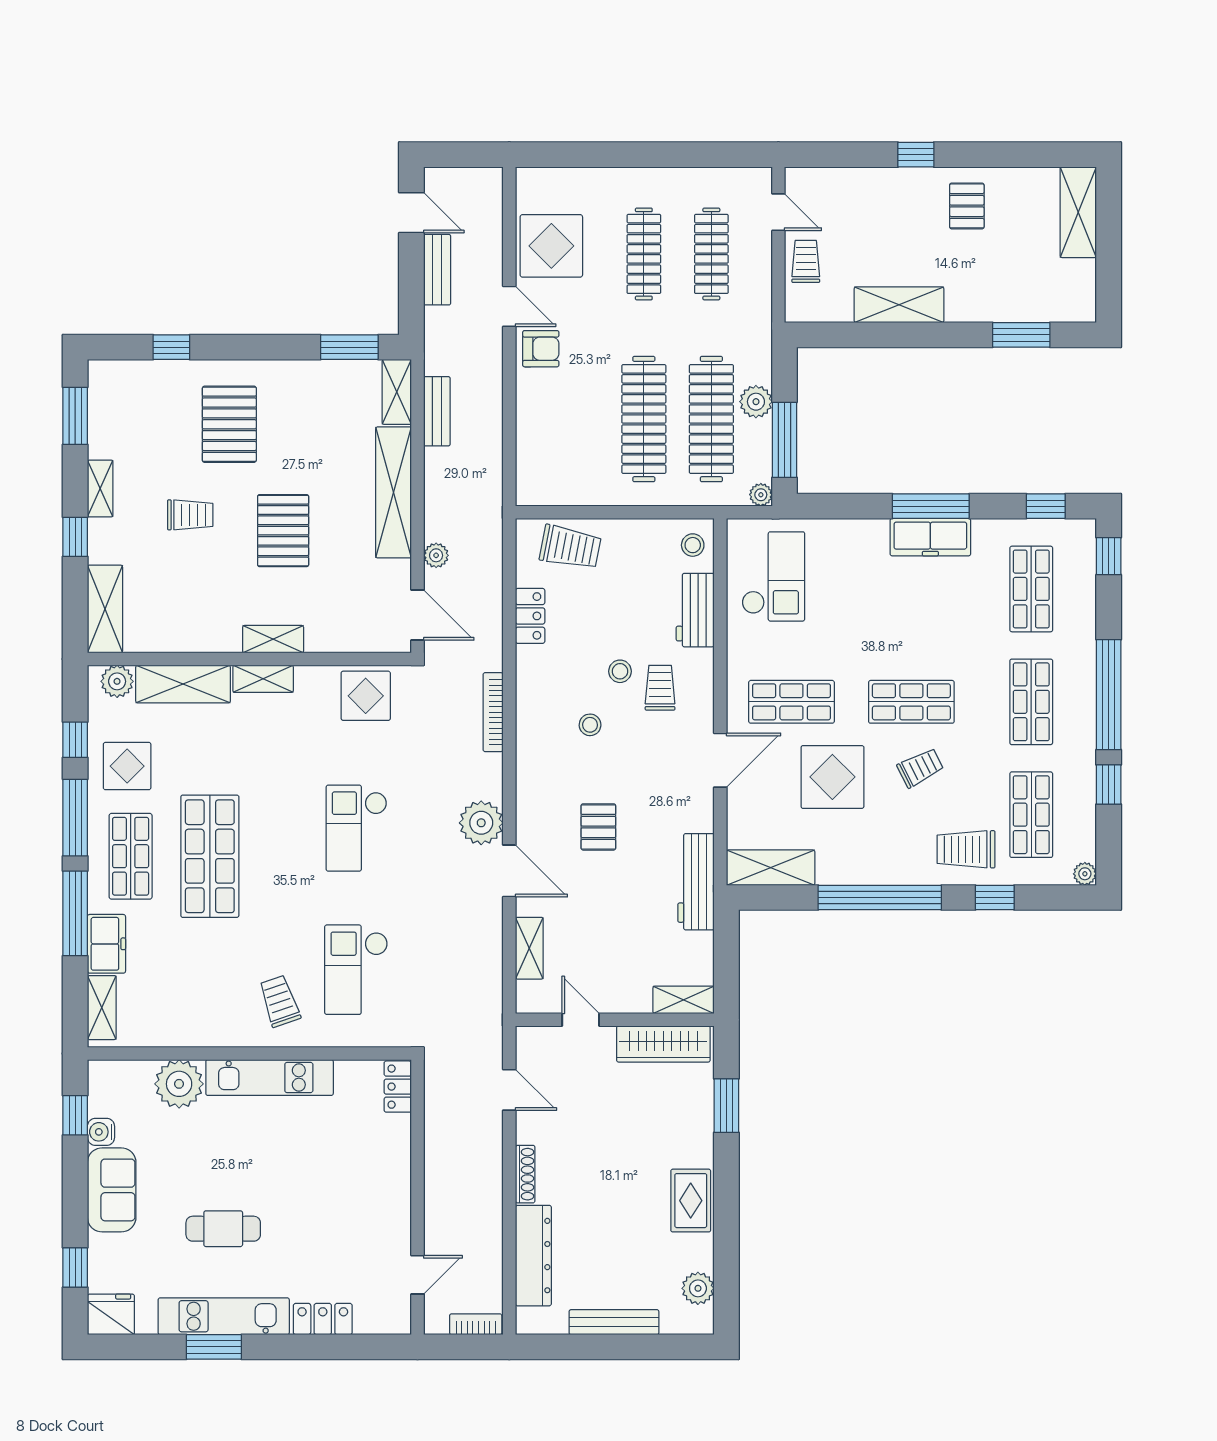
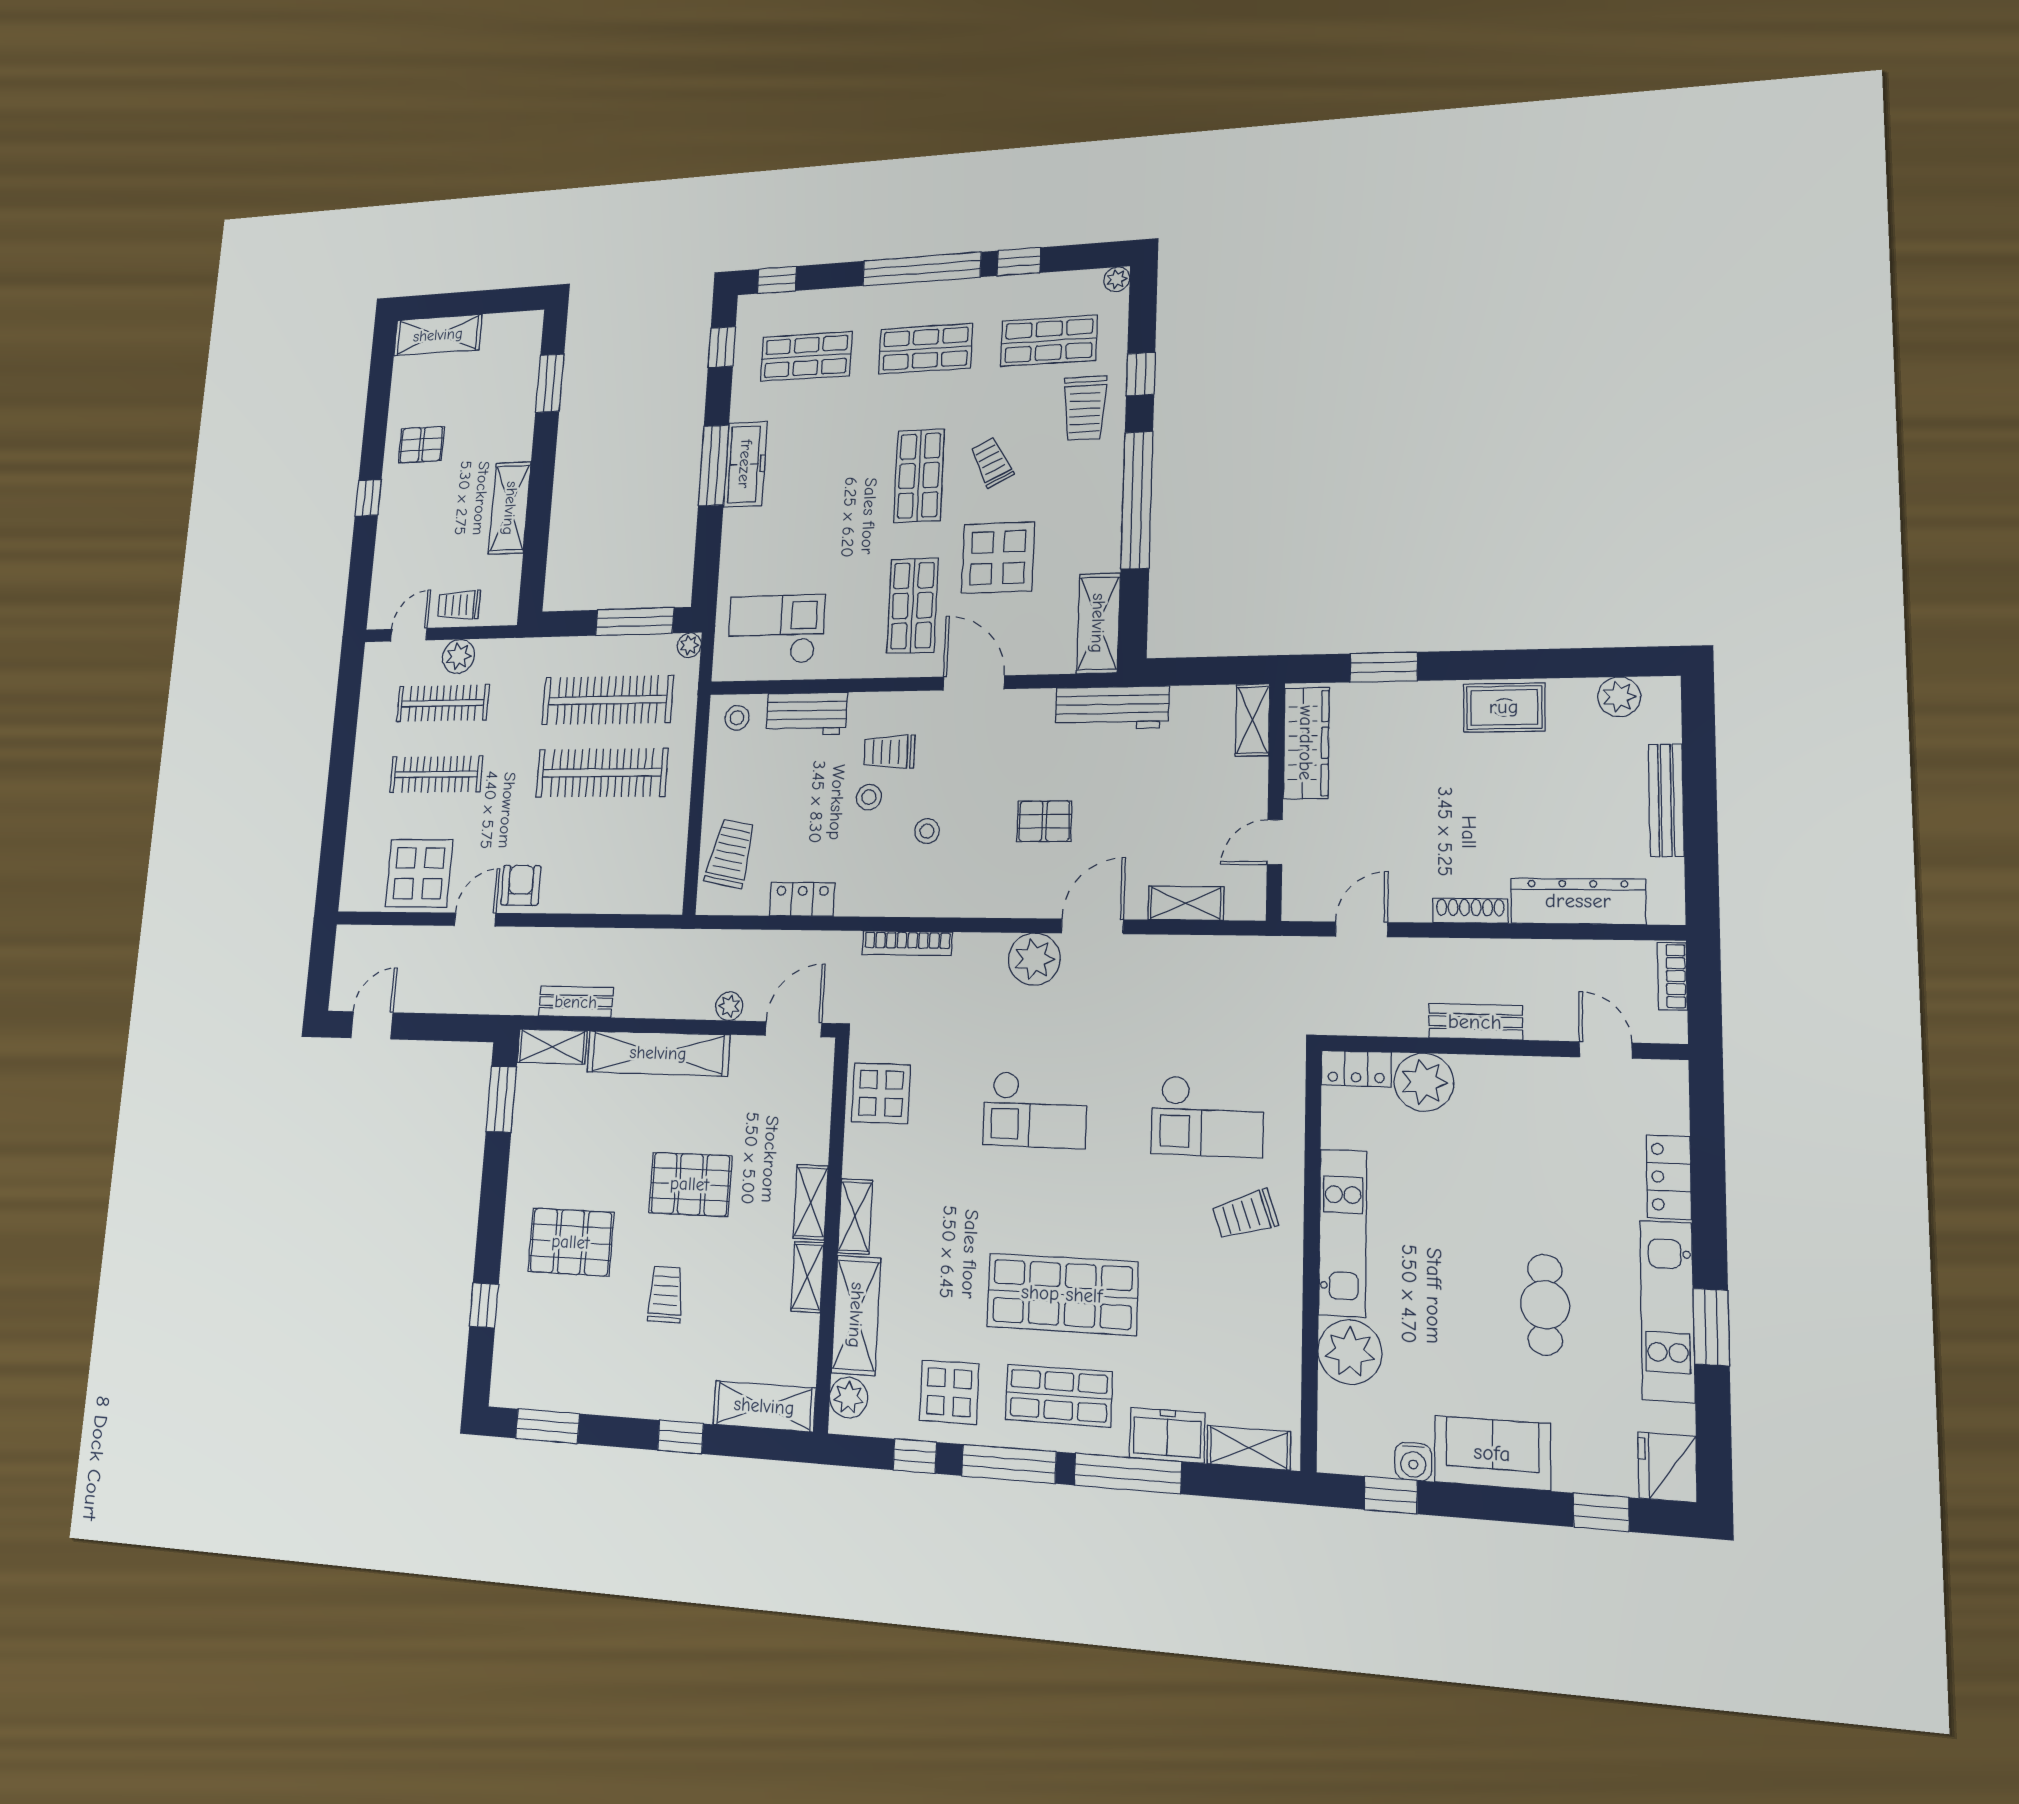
bench: (437, 270) -> (1475, 1022), moved
plant: (756, 402) -> (458, 656), moved
shelving: (100, 488) -> (807, 1277), moved, turned 90
plant: (389, 1139) -> (1424, 1082), added

